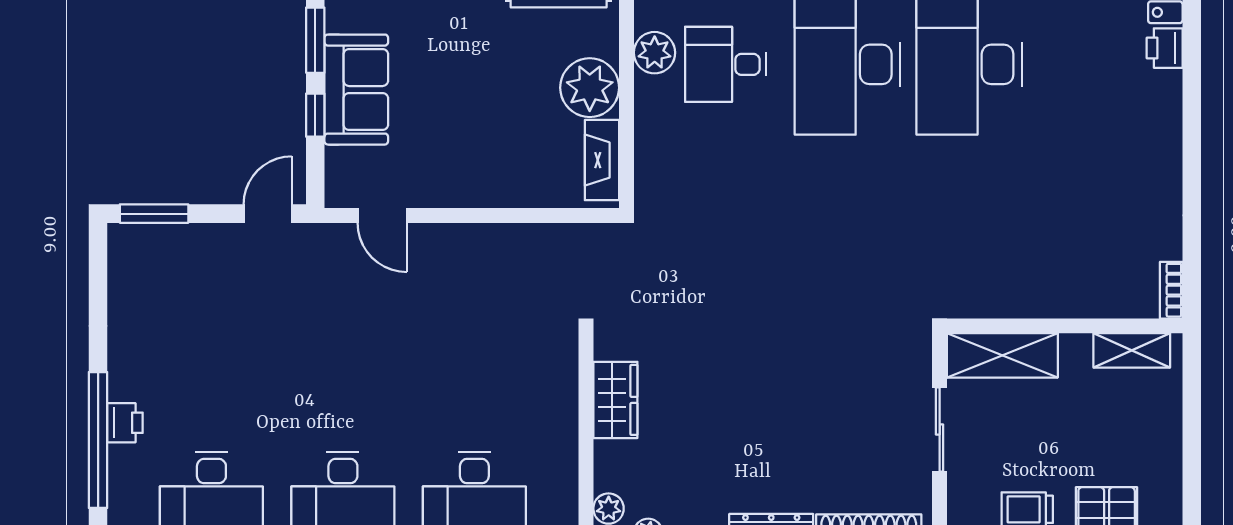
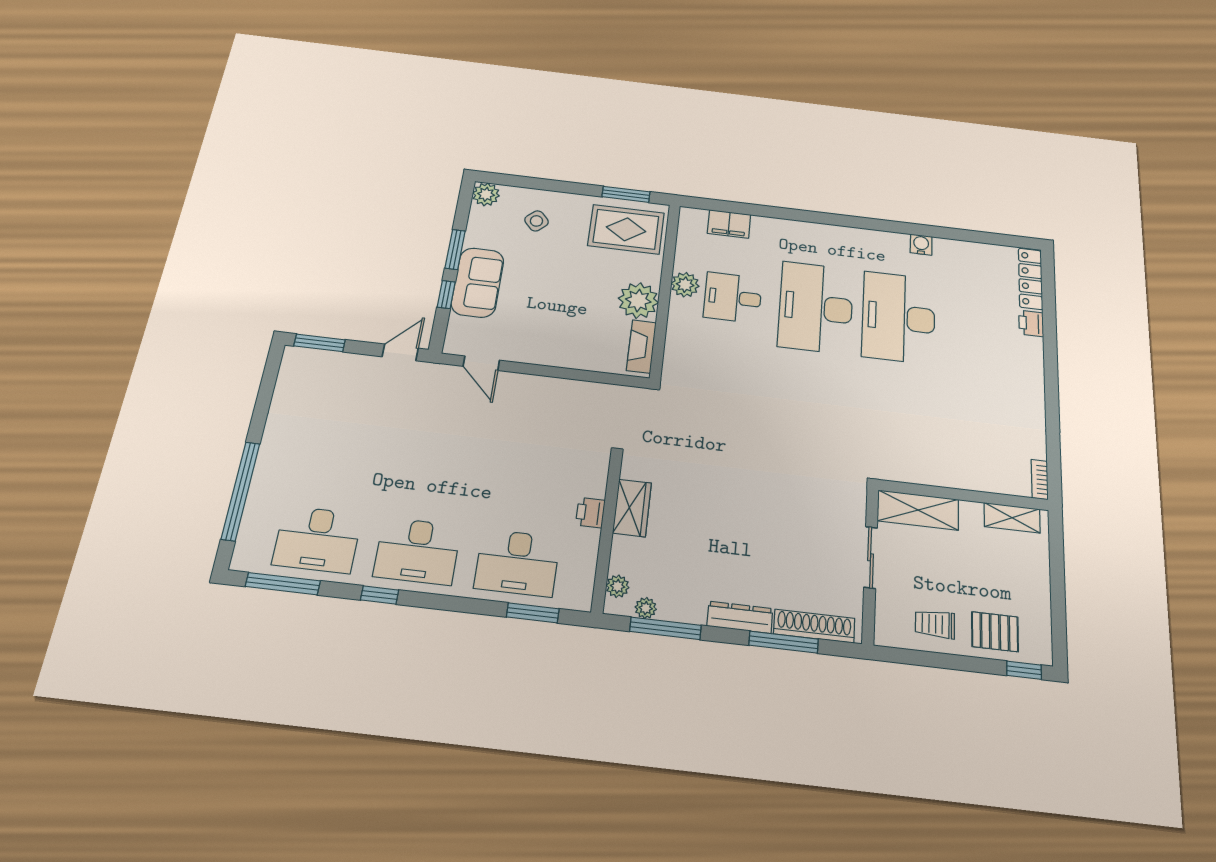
printer: (125, 423) -> (590, 513), moved, turned 180

